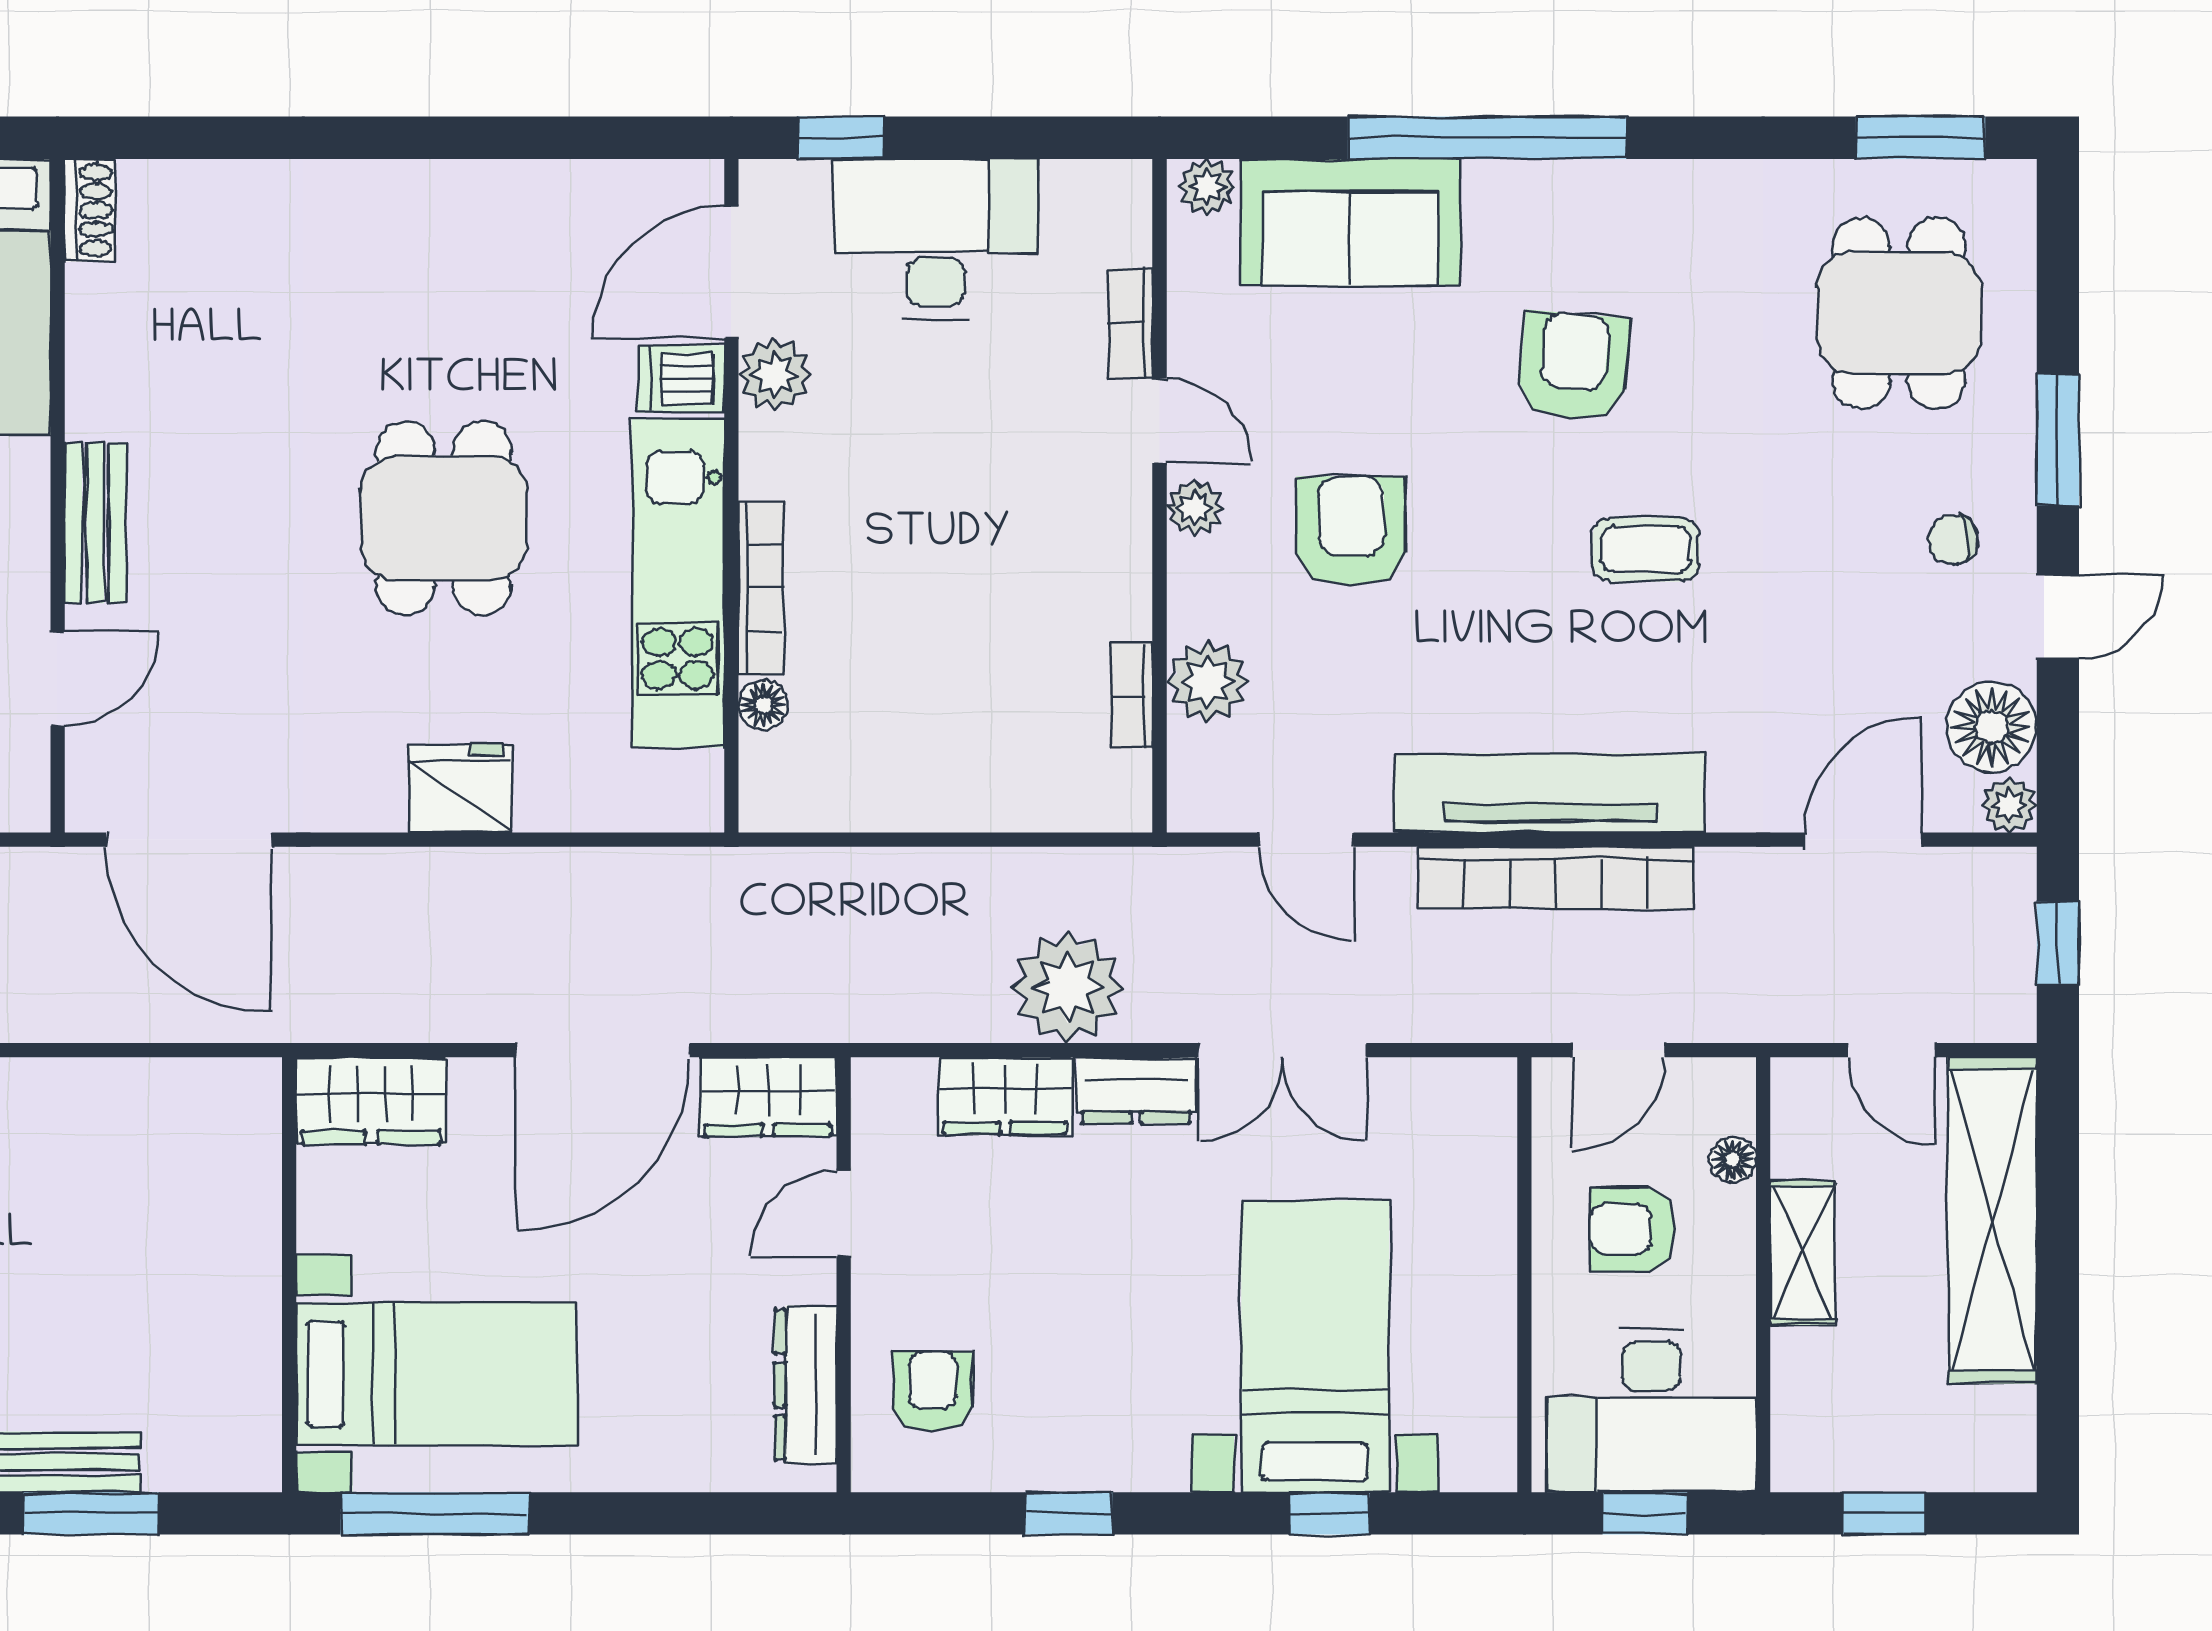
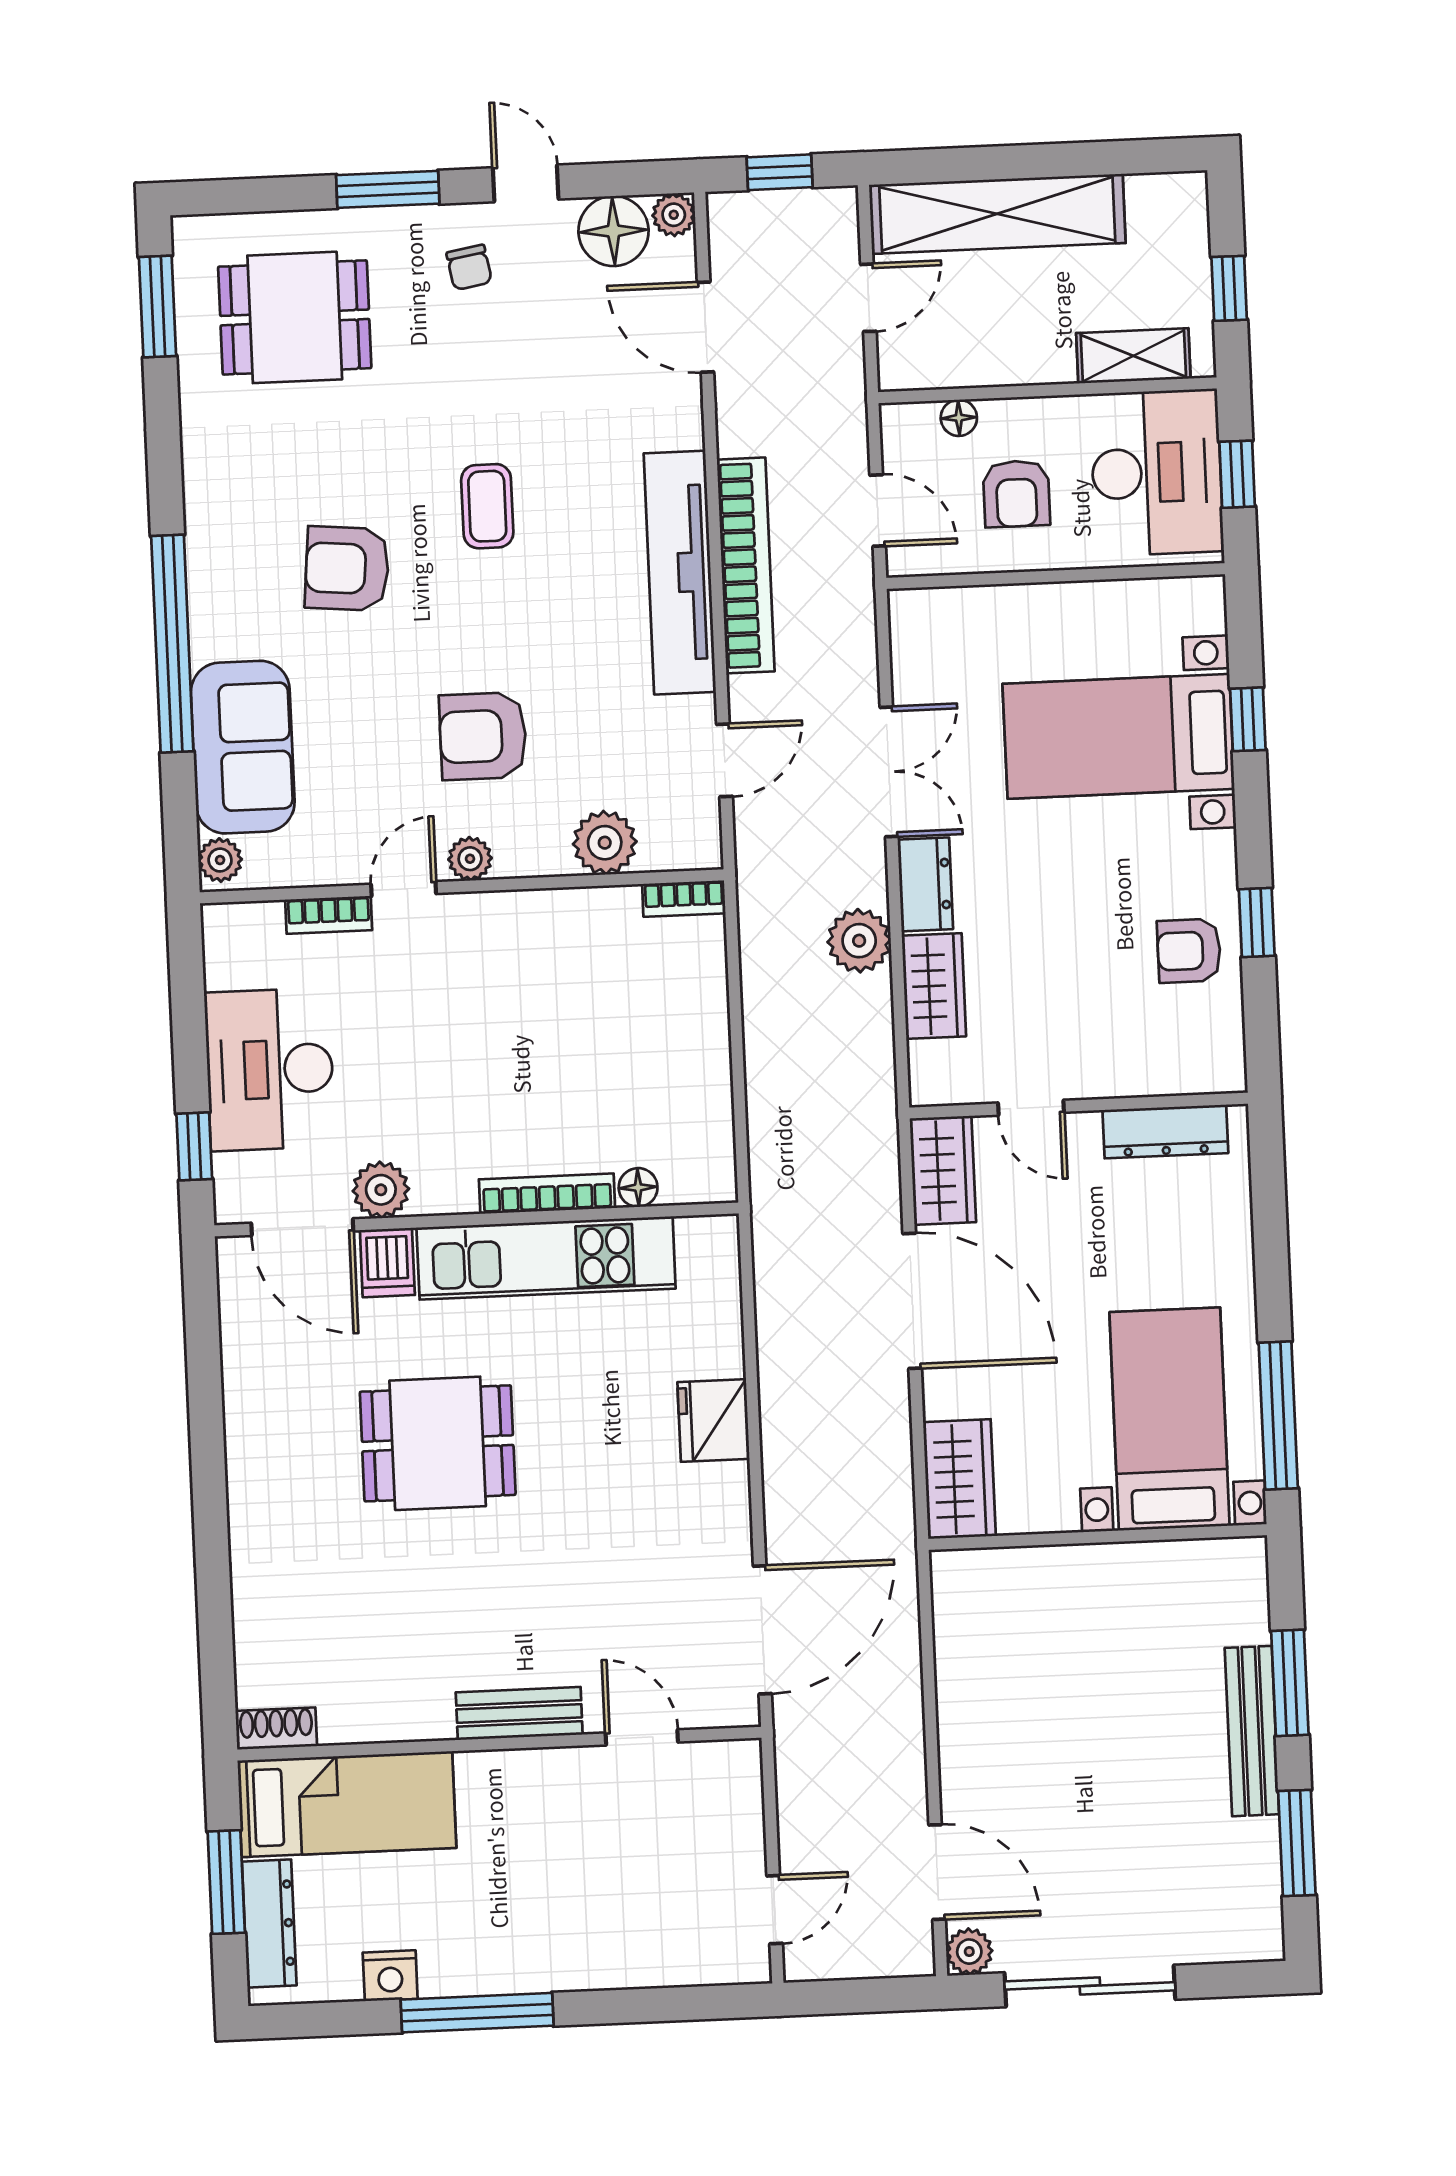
dining table: (444, 518) -> (438, 1443), moved
bookcase: (1131, 696) -> (684, 899), moved
plant: (1068, 987) -> (859, 941), width x0.73, depth x0.73
shelving: (1803, 1253) -> (1133, 356), moved
armchair: (933, 1391) -> (1189, 951), moved

